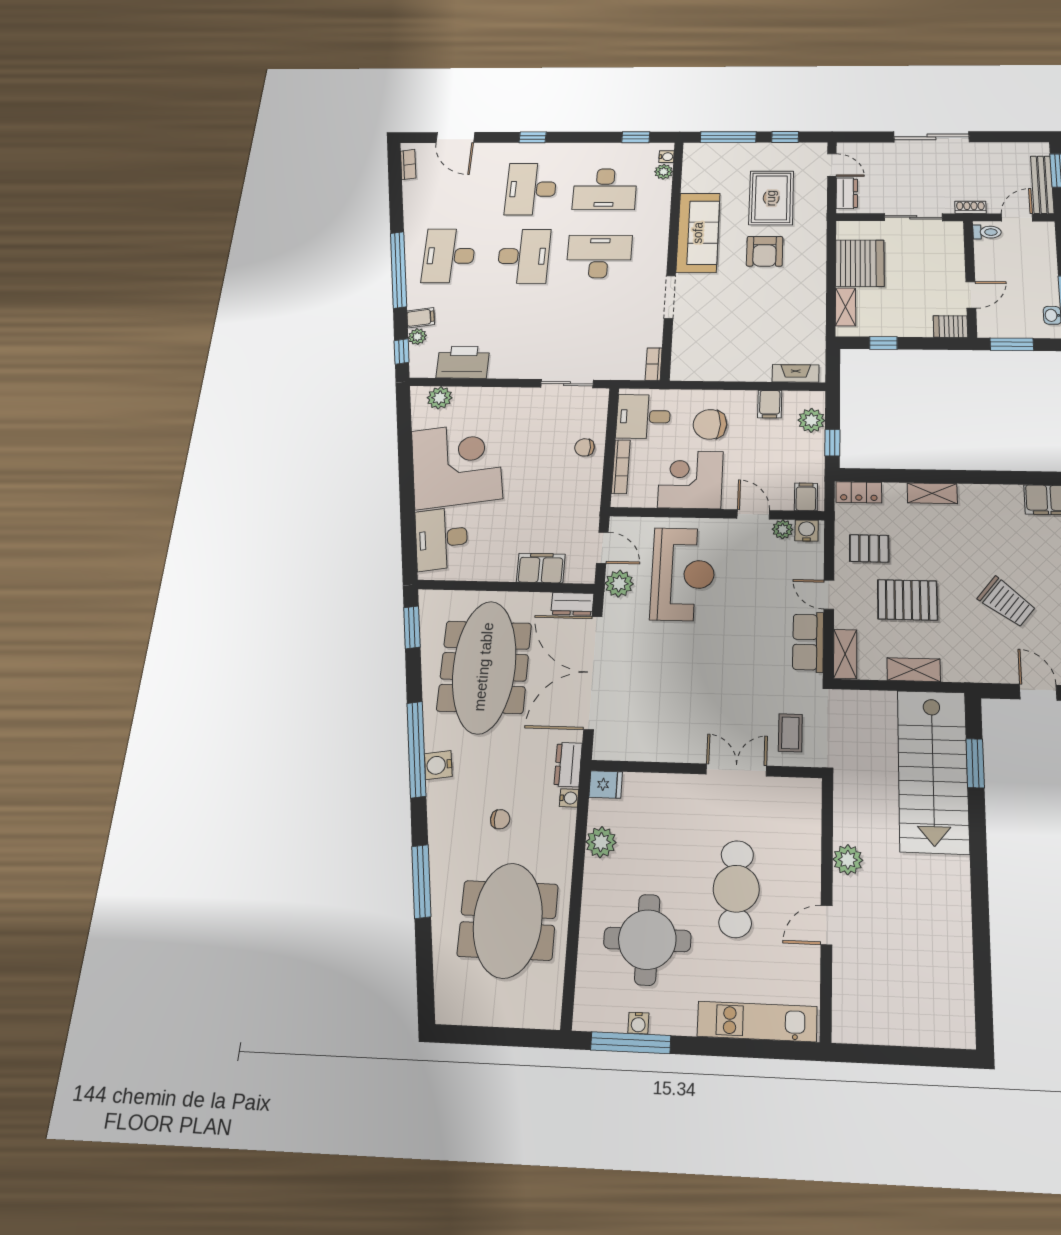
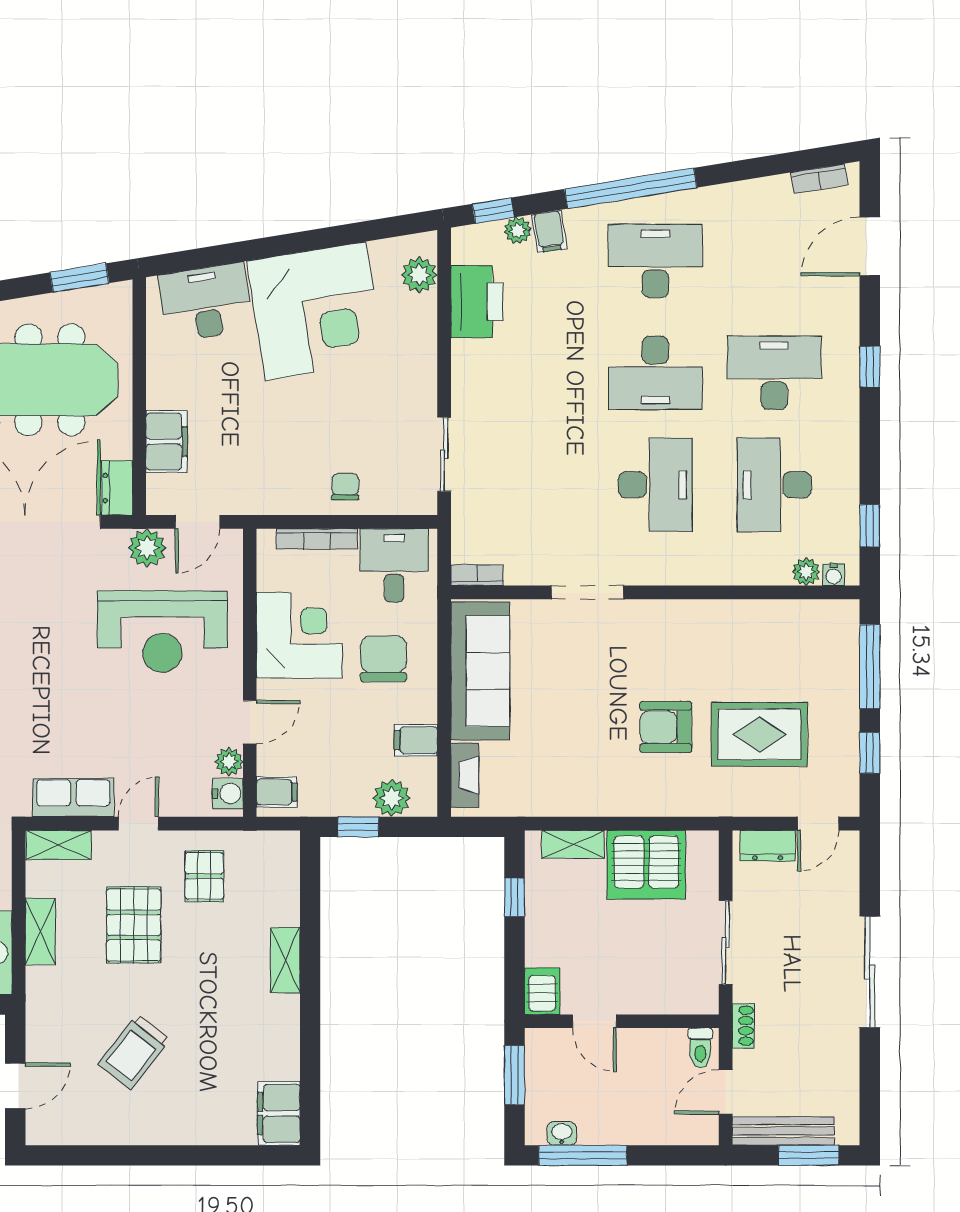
door: (1017, 218) -> (726, 1092), swing flipped
sofa: (698, 233) -> (480, 671), moved, turned -90
locker: (859, 492) -> (285, 863), removed

